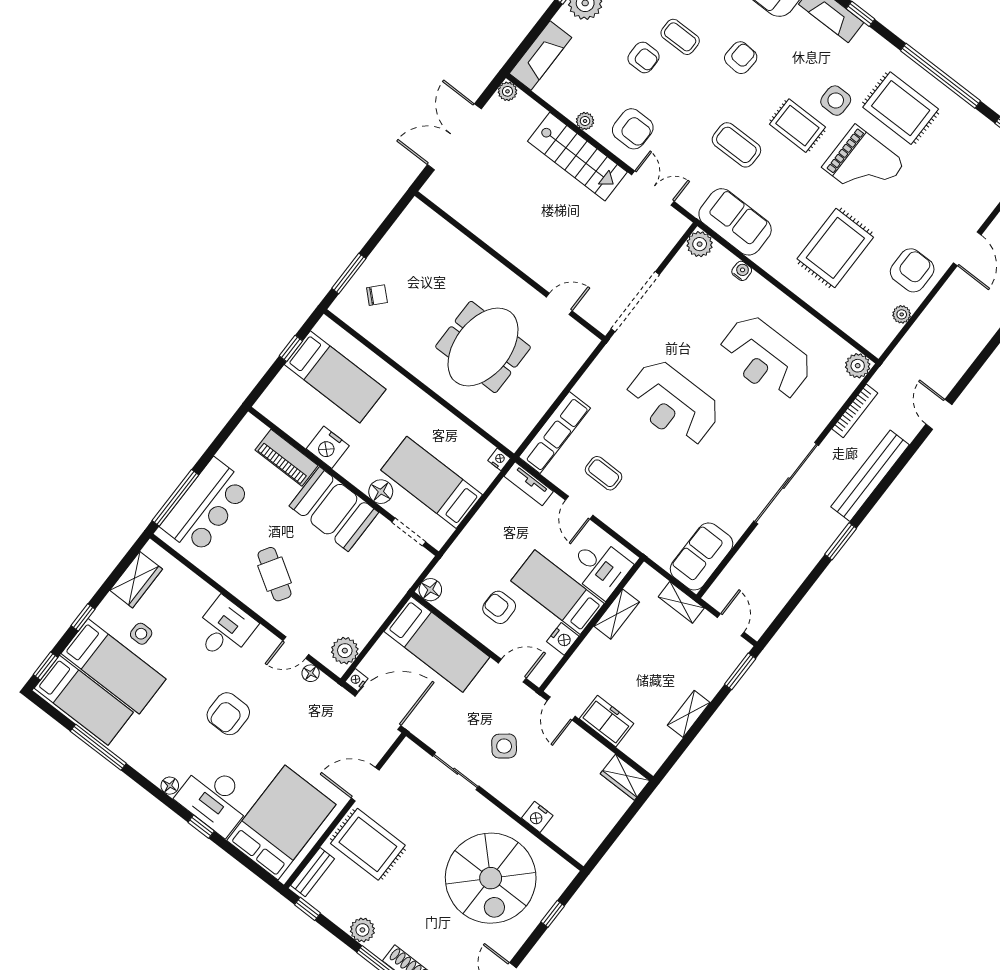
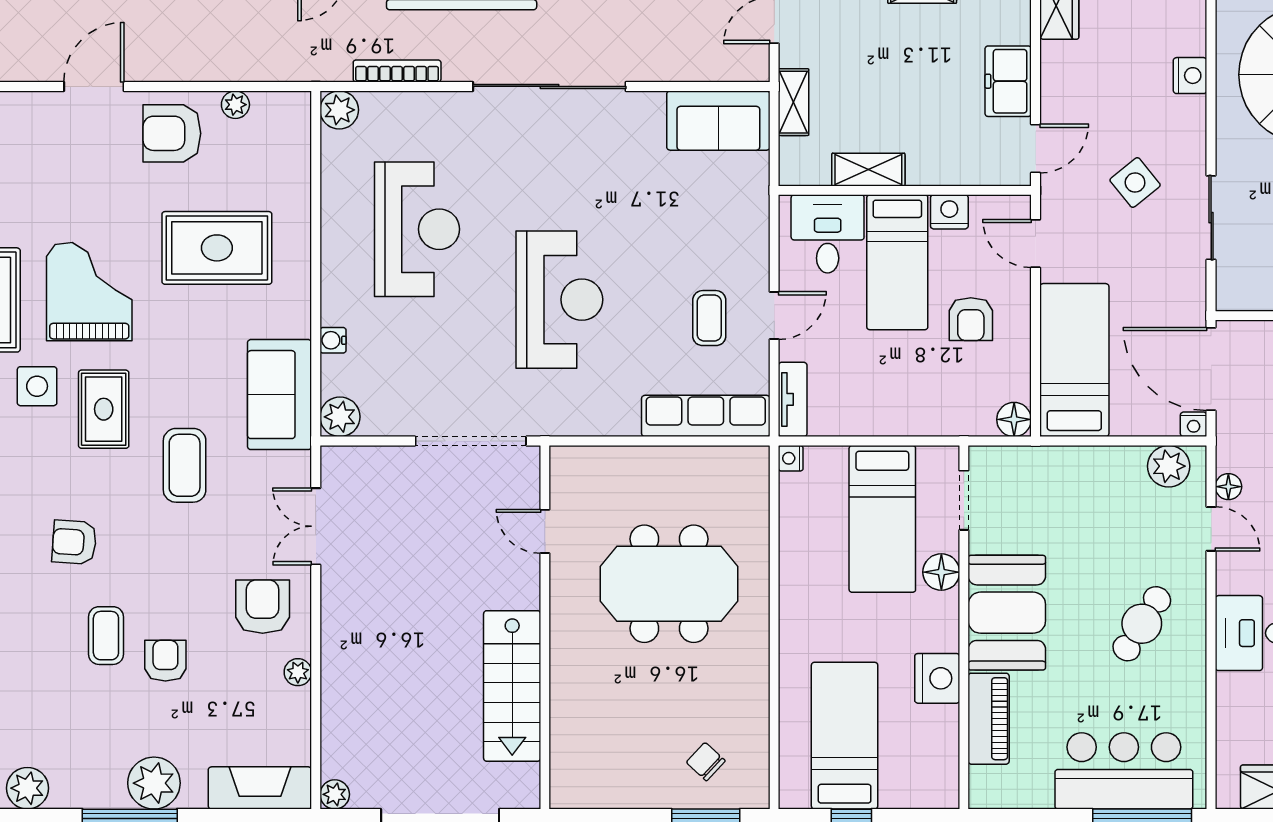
stairs: (577, 157) -> (512, 686), moved, turned 180

